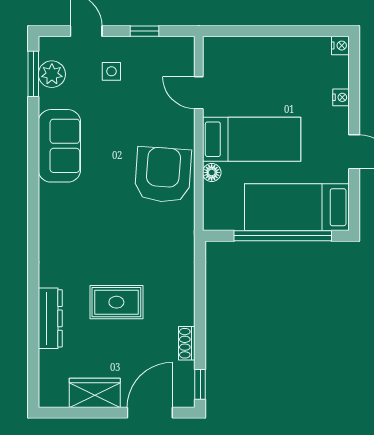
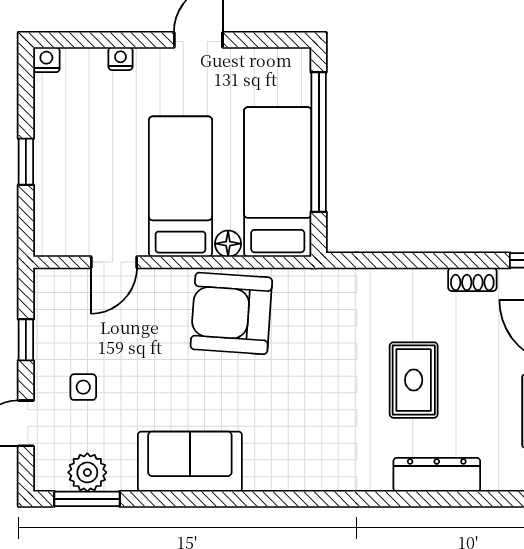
window: (269, 31) -> (26, 162), added
bed: (297, 207) -> (278, 182), moved, turned 180

